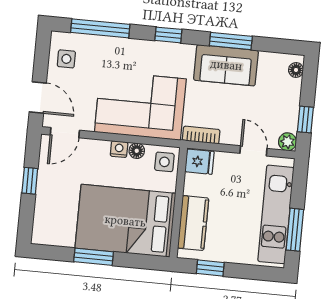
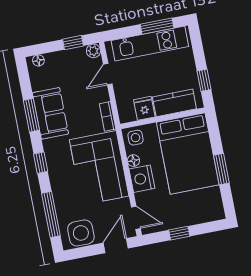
side table: (66, 59) -> (81, 233), width x1.87, depth x1.87
nightstand: (119, 149) -> (142, 179), width x1.89, depth x1.79
fridge: (200, 162) -> (144, 108), moved

